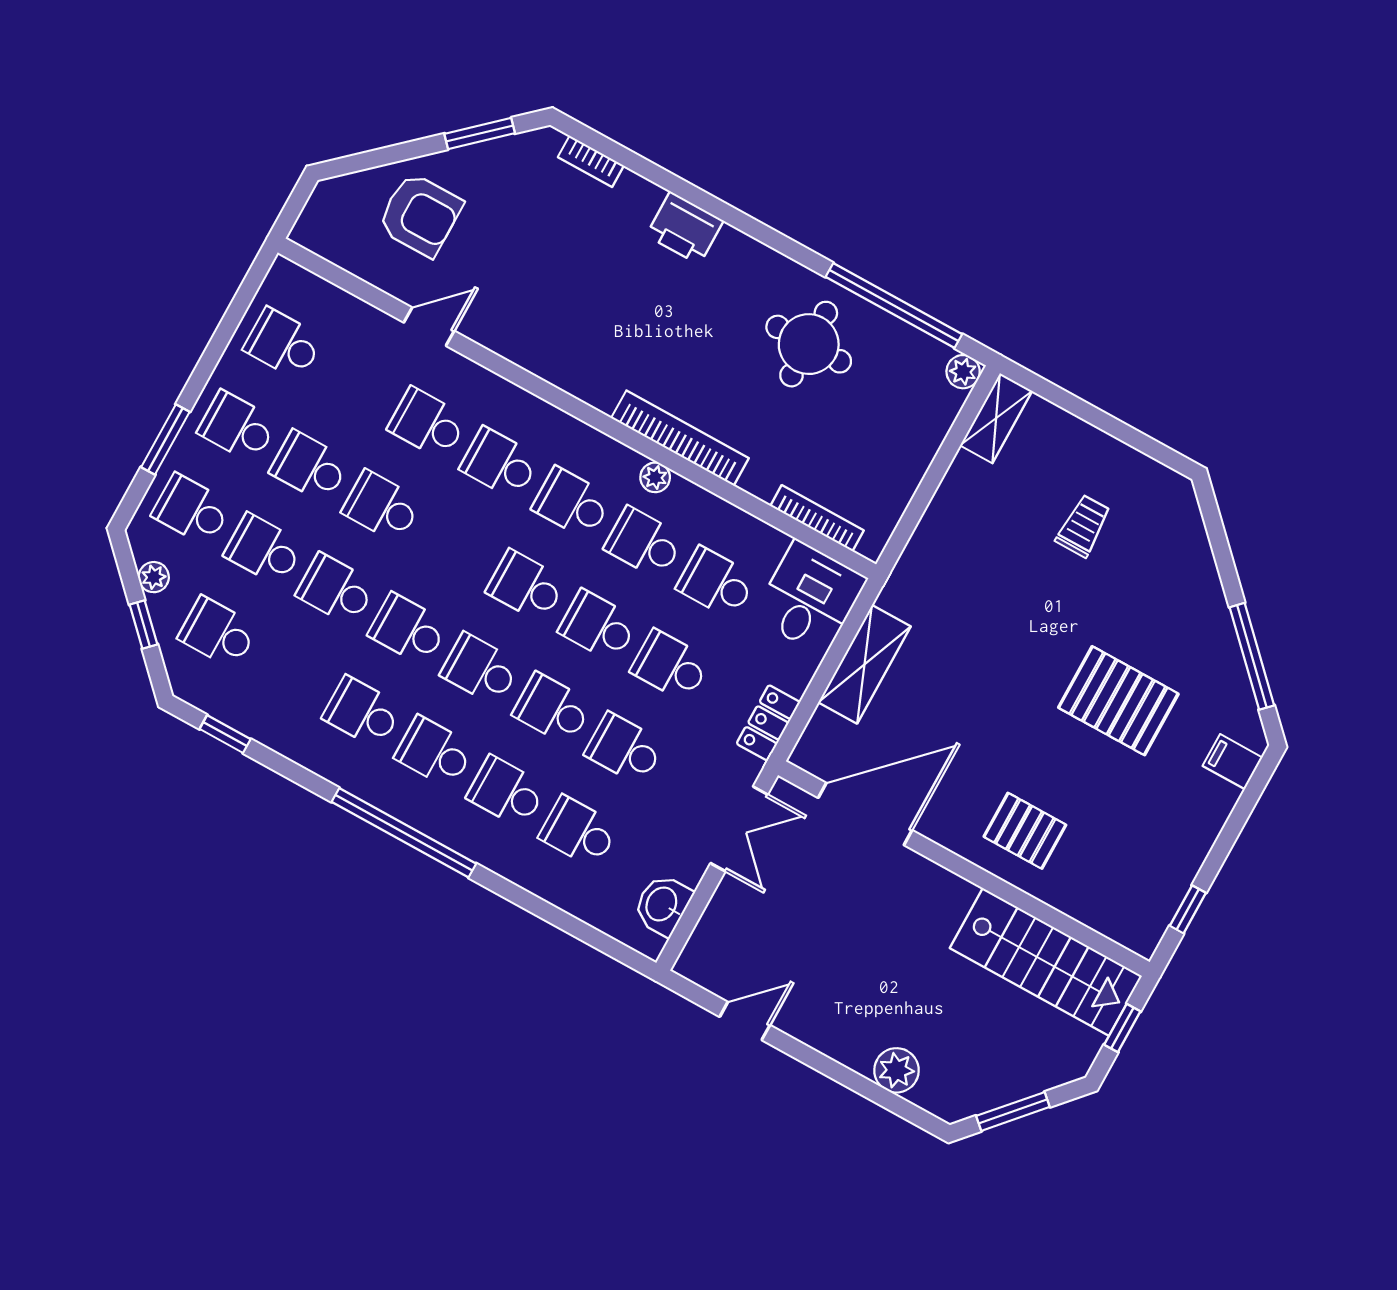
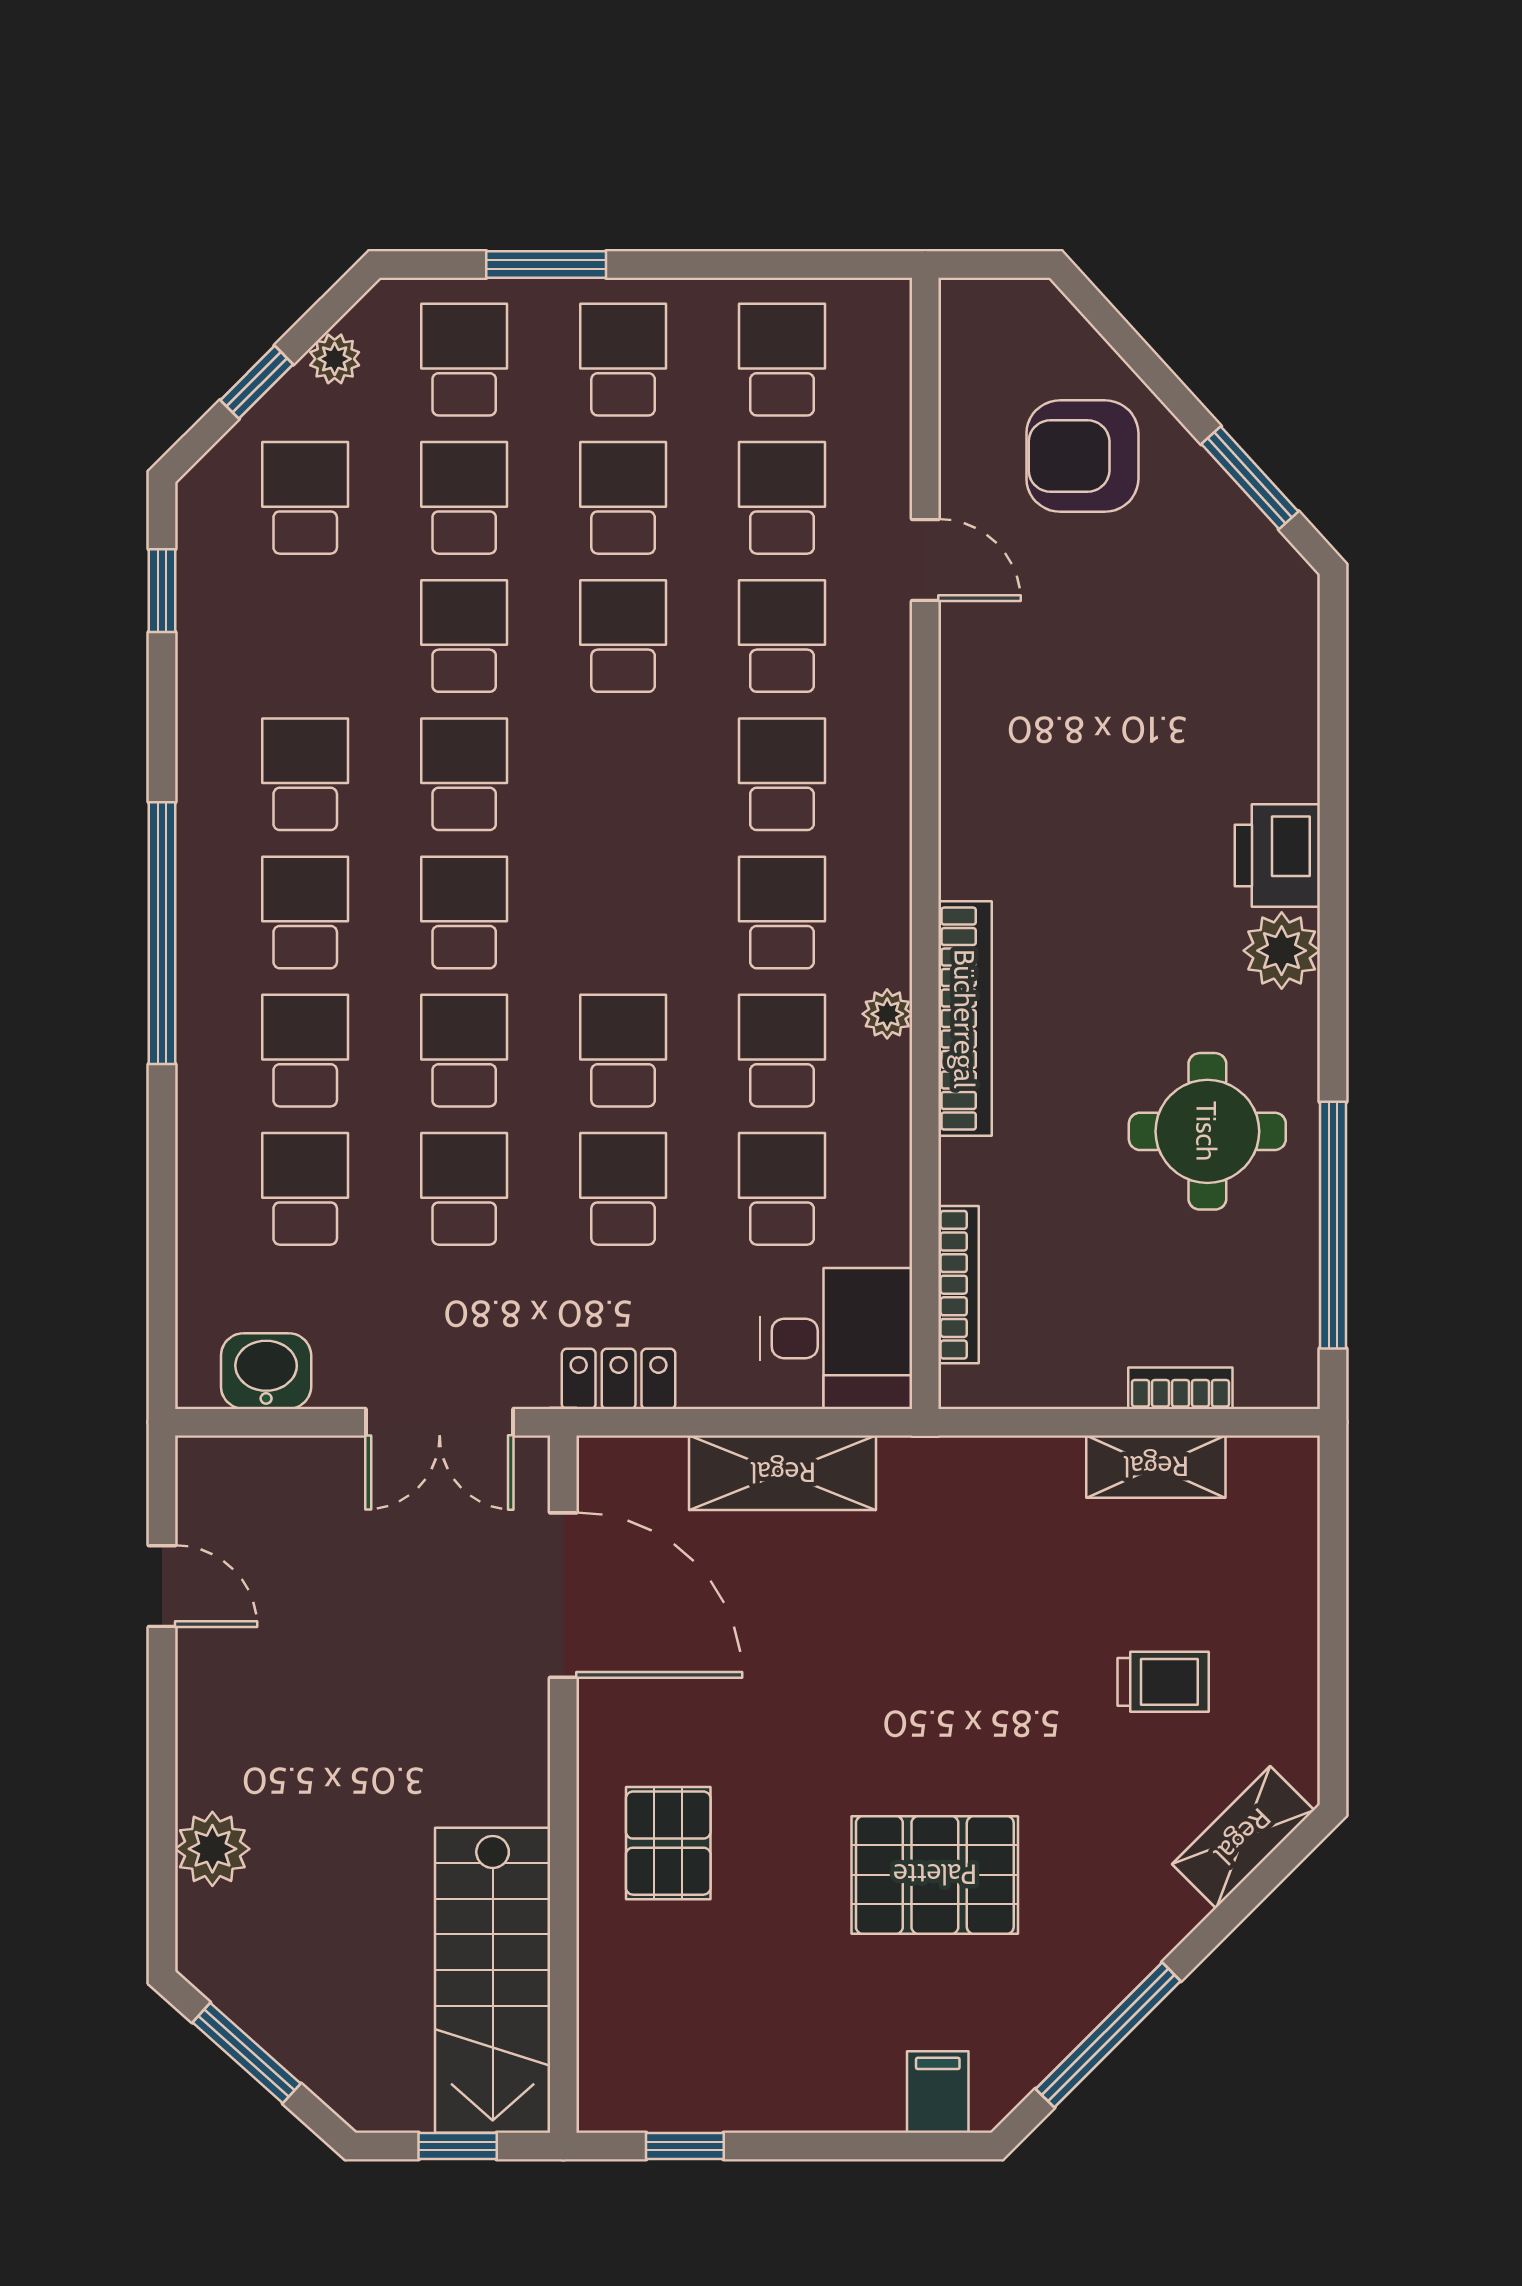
bookcase: (591, 161) -> (1180, 1388), moved, turned 90
armchair: (420, 215) -> (1082, 456), turned 90
plant: (963, 372) -> (1282, 951), moved, width x1.38, depth x1.38
shelving: (996, 418) -> (1156, 1467), moved
shelving: (1187, 529) -> (1243, 1837), added
school desk: (526, 586) -> (782, 498), moved
pallet: (1118, 701) -> (935, 1875), turned 90

